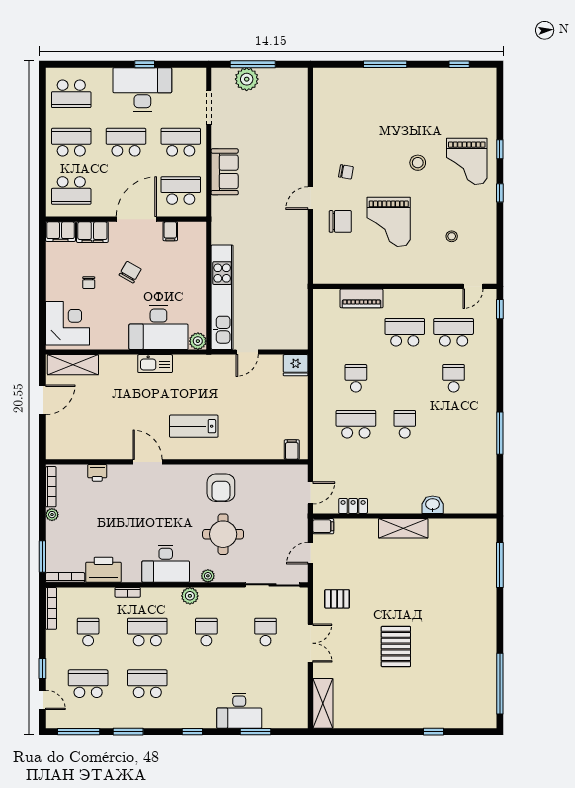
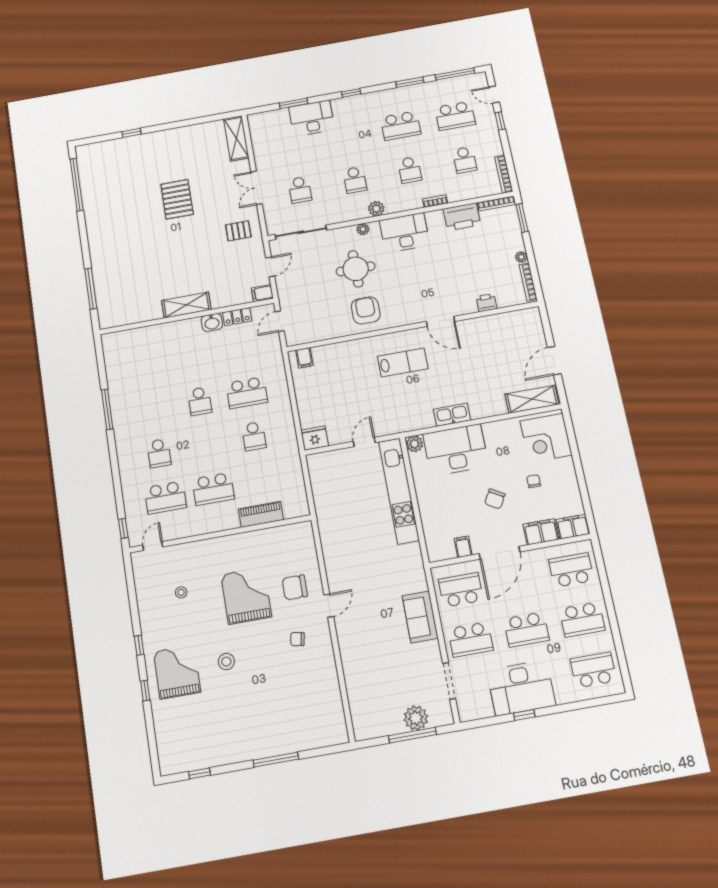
school desk: (181, 190) -> (461, 590), turned 180
washbasin: (433, 505) -> (212, 322), moved
school desk: (147, 632) -> (410, 170), width x0.54

